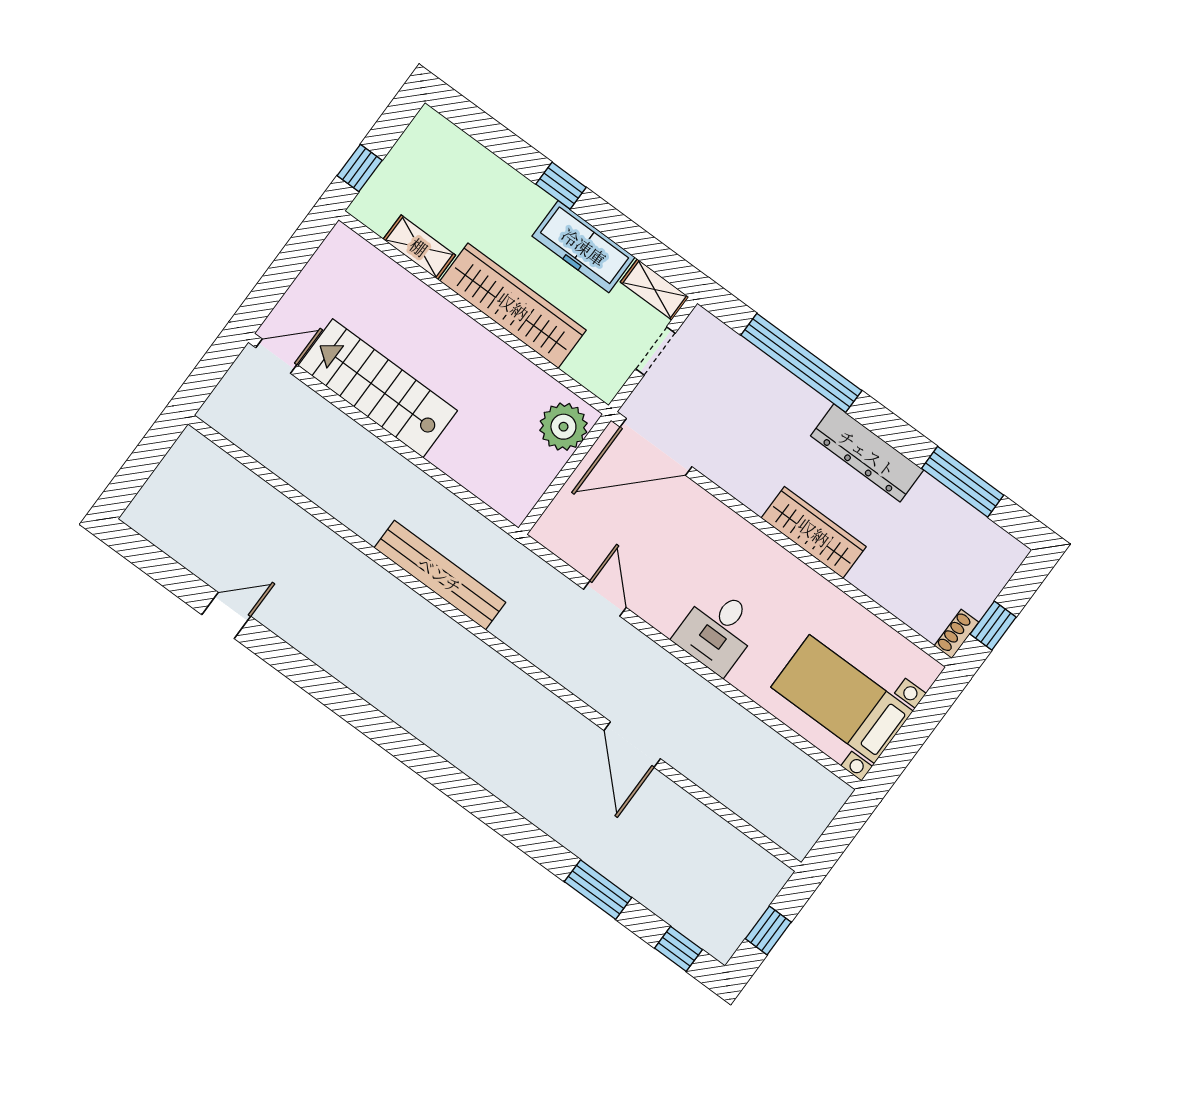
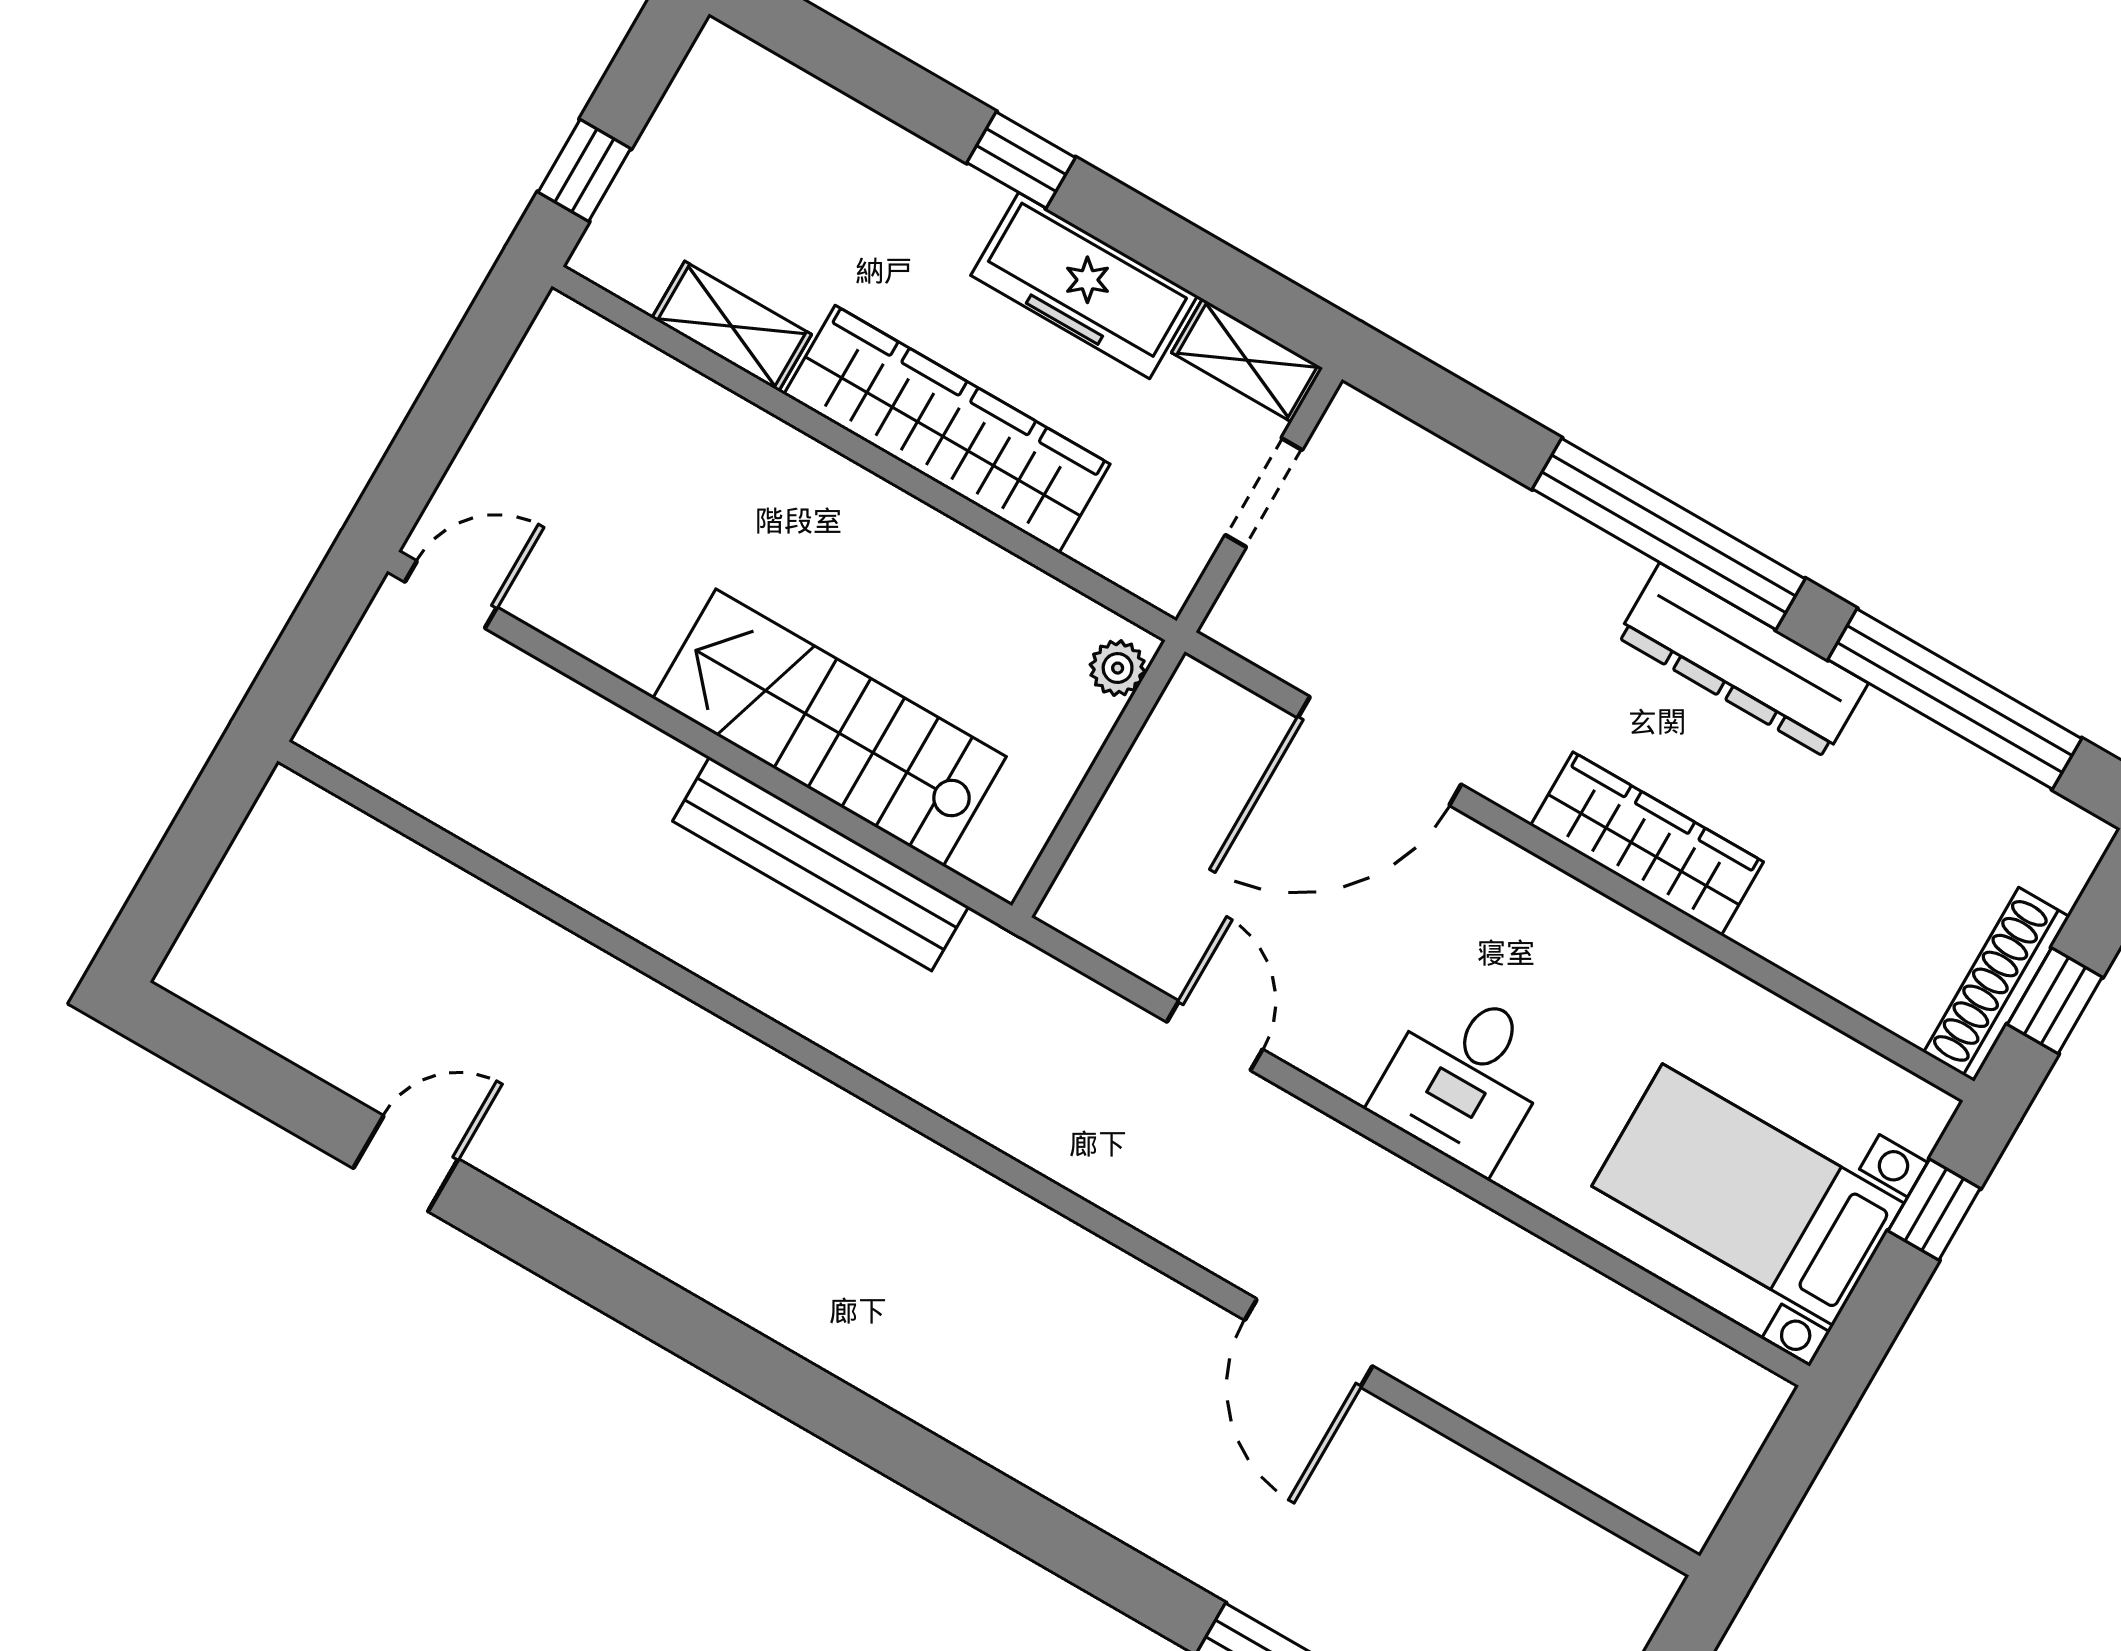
window: (801, 363) -> (1669, 534), moved
stairs: (378, 388) -> (829, 728), moved
plant: (563, 427) -> (1118, 668), width x0.53, depth x0.53
door: (656, 447) -> (1380, 751), moved
window: (963, 482) -> (1955, 699), width x1.46
bench: (440, 575) -> (821, 864), moved
shoe rack: (956, 634) -> (1996, 984), width x1.94, depth x1.24
window: (927, 715) -> (1934, 1210), added

